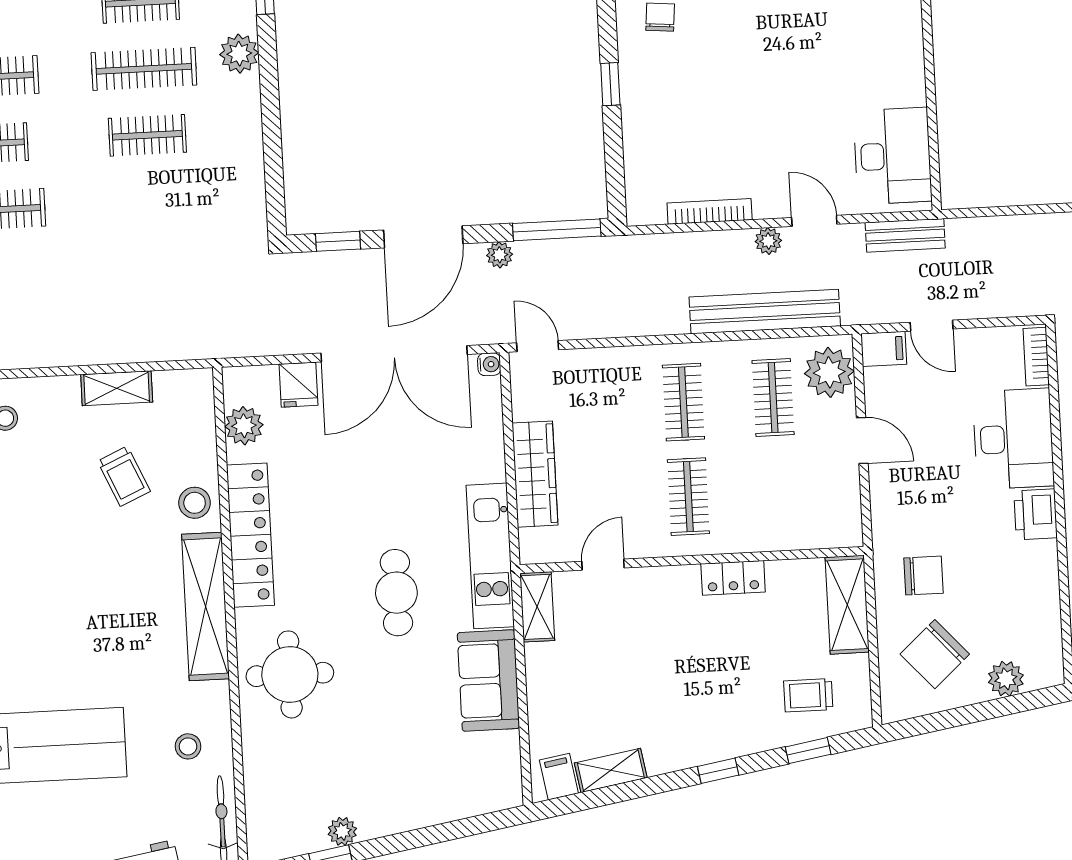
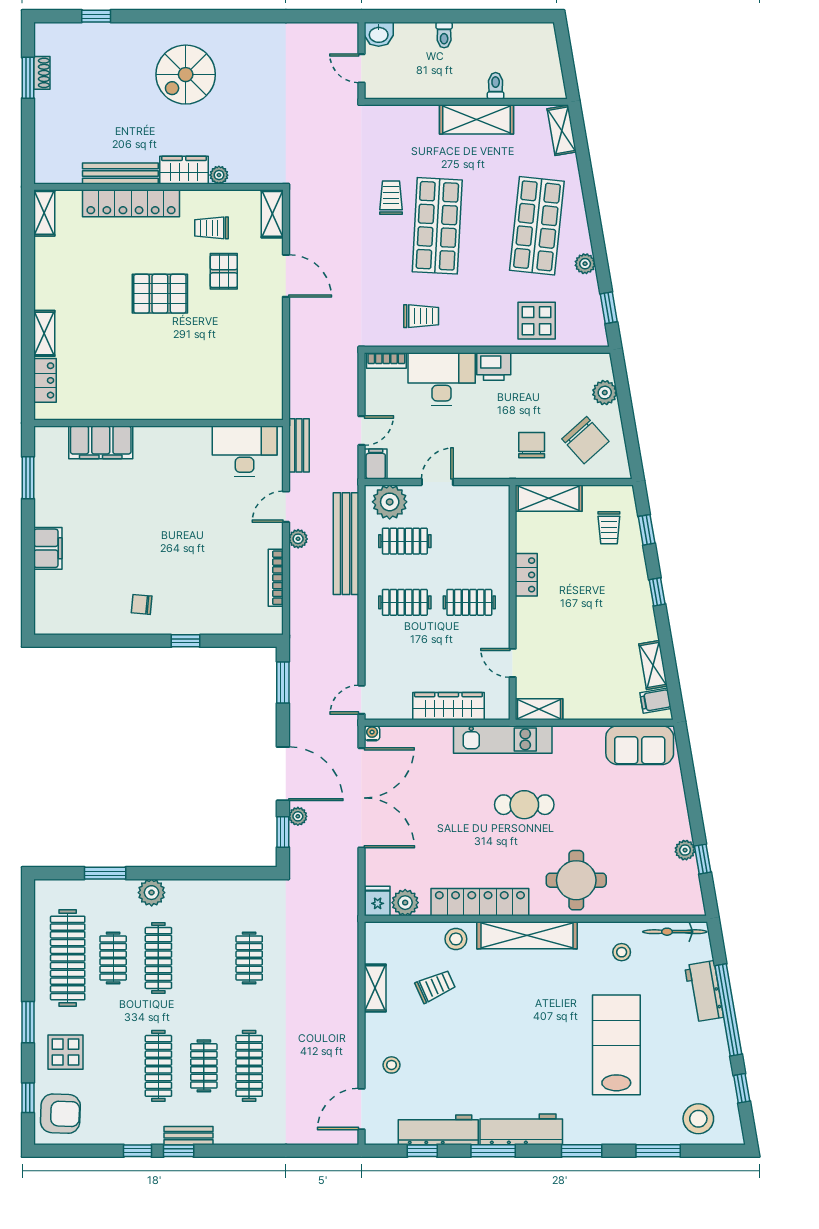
clothes rail: (147, 135) -> (249, 958), moved
window: (557, 230) -> (283, 682), width x0.69
plant: (500, 255) -> (298, 816), moved
fridge: (299, 385) -> (378, 901), moved, turned -90
sofa: (488, 681) -> (640, 745), moved

